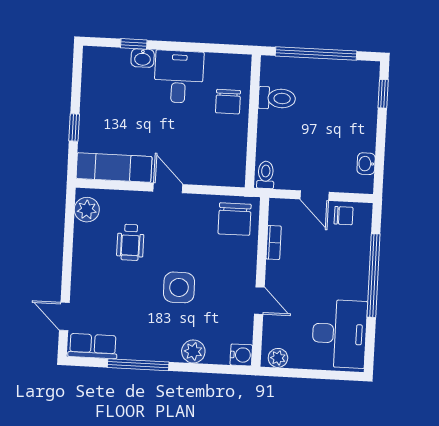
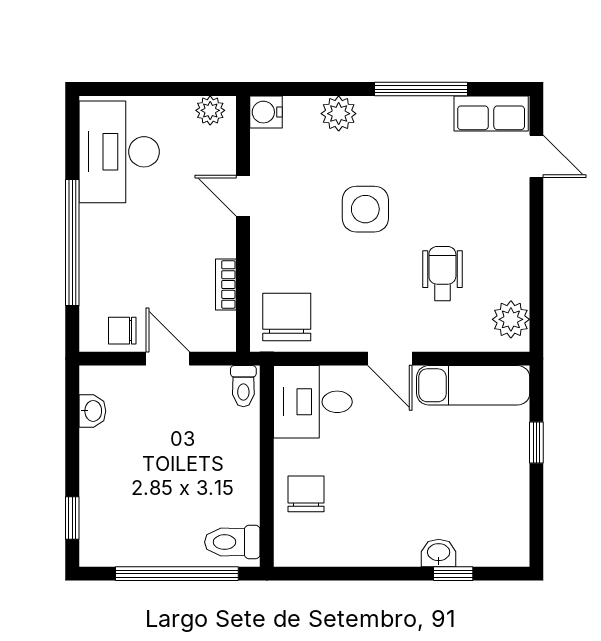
desk: (179, 77) -> (313, 402), moved, turned 90
toilet: (277, 98) -> (232, 542), moved

